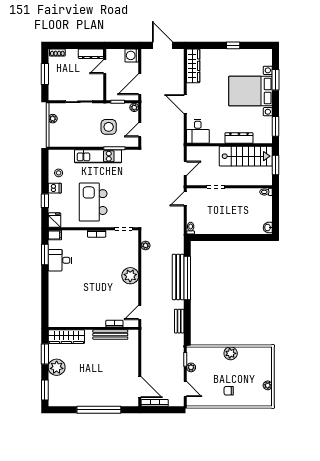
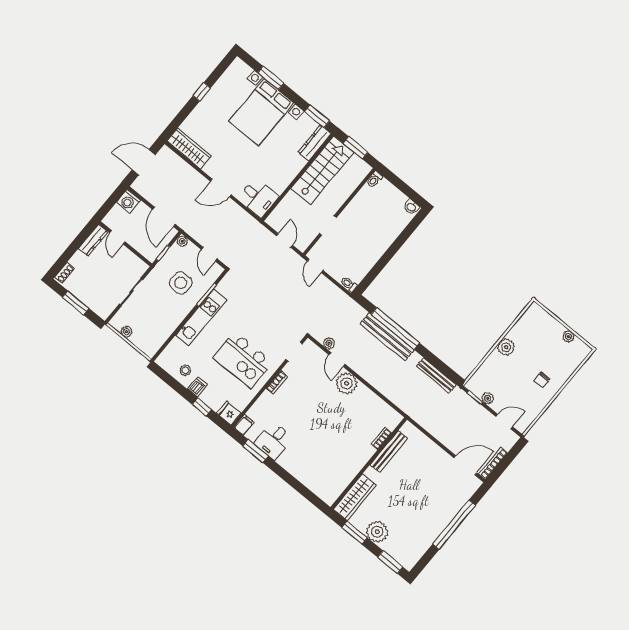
dresser: (239, 138) -> (314, 143), moved
door: (140, 313) -> (337, 360), moved
bench: (179, 321) -> (436, 375), width x1.36

